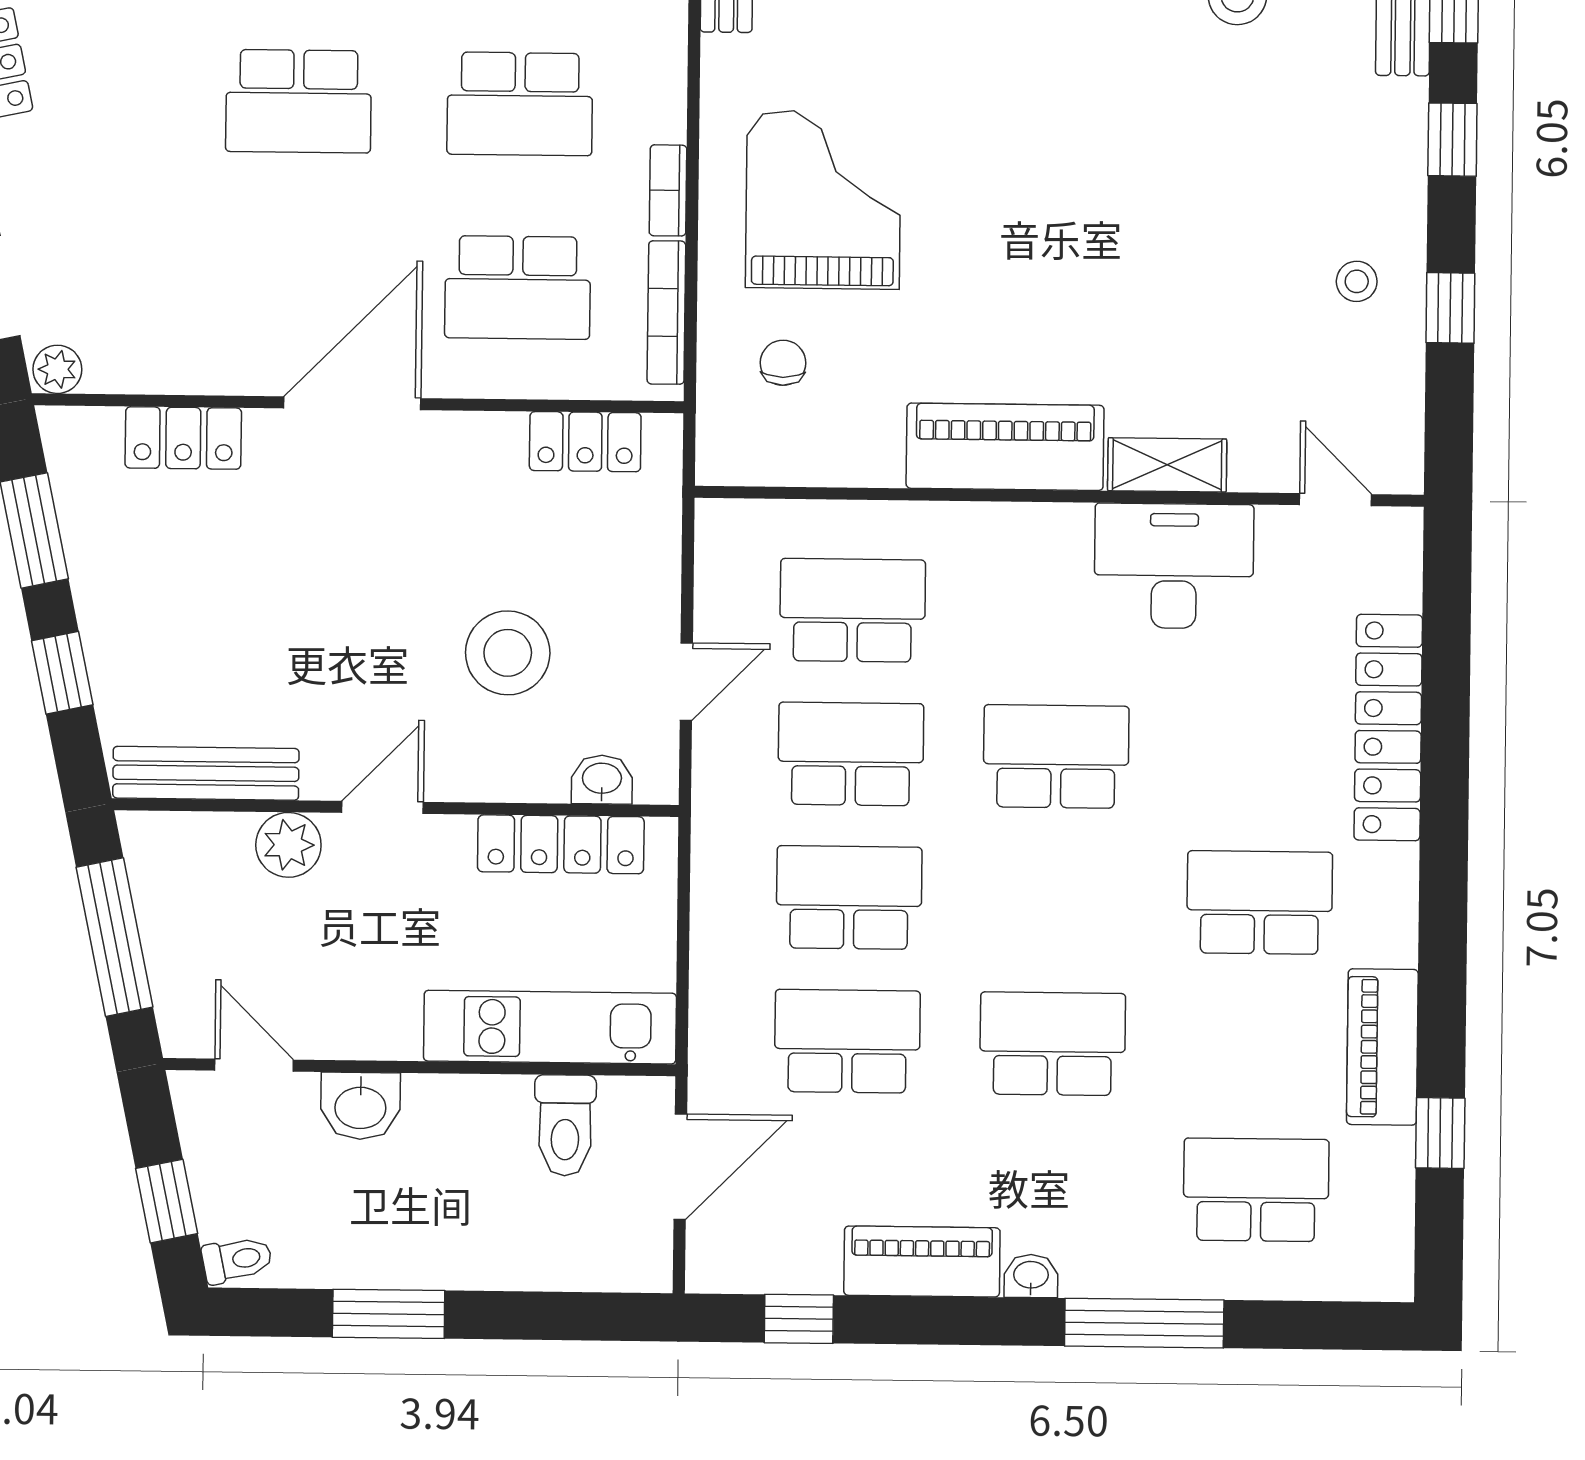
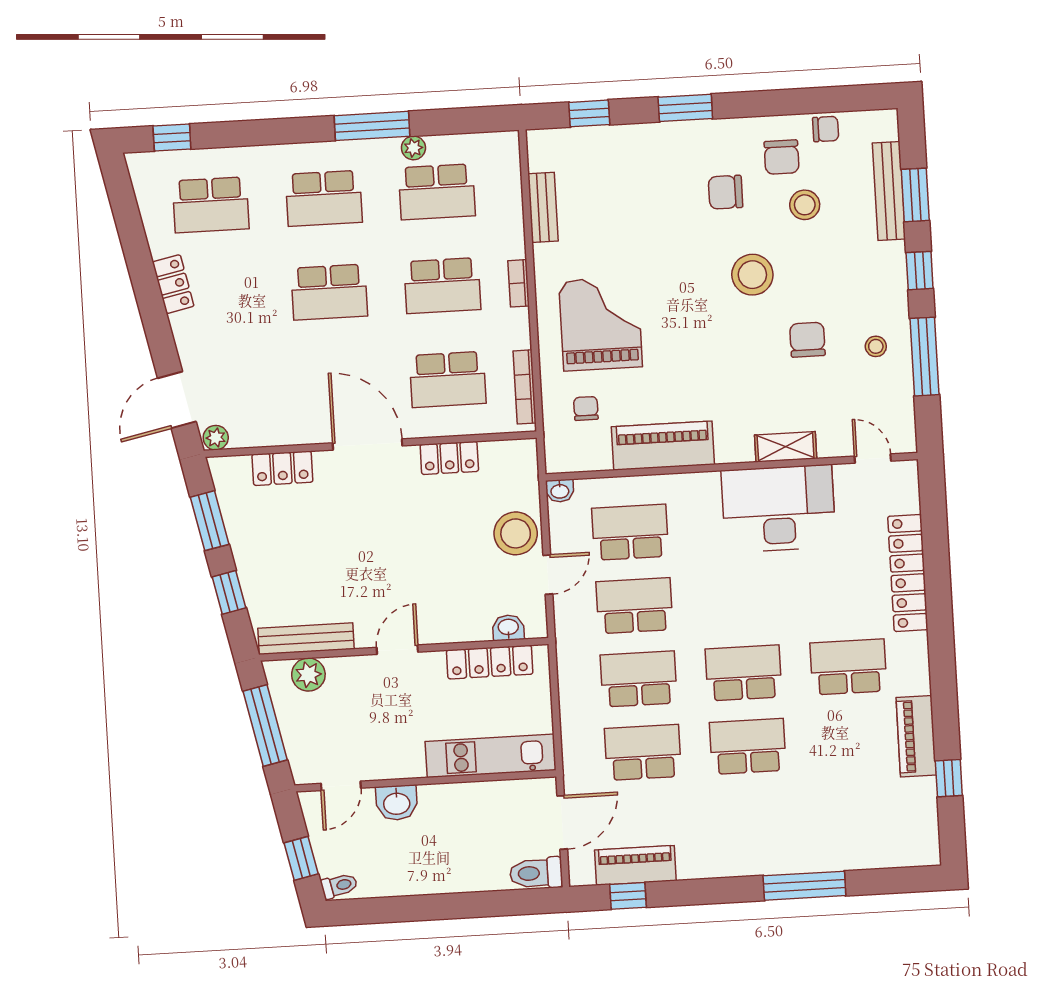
stool: (1126, 125) -> (752, 275), added
bookcase: (668, 190) -> (519, 283), moved
chair: (1224, 259) -> (807, 340), added
window: (1450, 308) -> (925, 357), width x2.17
door: (352, 403) -> (367, 444), hinge flipped
locker: (585, 442) -> (449, 458), moved
piano: (1005, 447) -> (663, 446), moved
desk: (1174, 566) -> (778, 509), width x1.36, depth x1.30
stool: (508, 653) -> (516, 533), moved
school desk: (1056, 756) -> (744, 673), moved
plant: (288, 845) -> (308, 675), moved
door: (254, 1065) -> (341, 786), swing flipped
toilet: (565, 1125) -> (536, 873), moved, turned 90
school desk: (1256, 1190) -> (857, 814), removed
piano: (922, 1262) -> (635, 865), moved
washbasin: (1031, 1276) -> (560, 491), moved, turned 180
window: (389, 1314) -> (418, 908), removed

